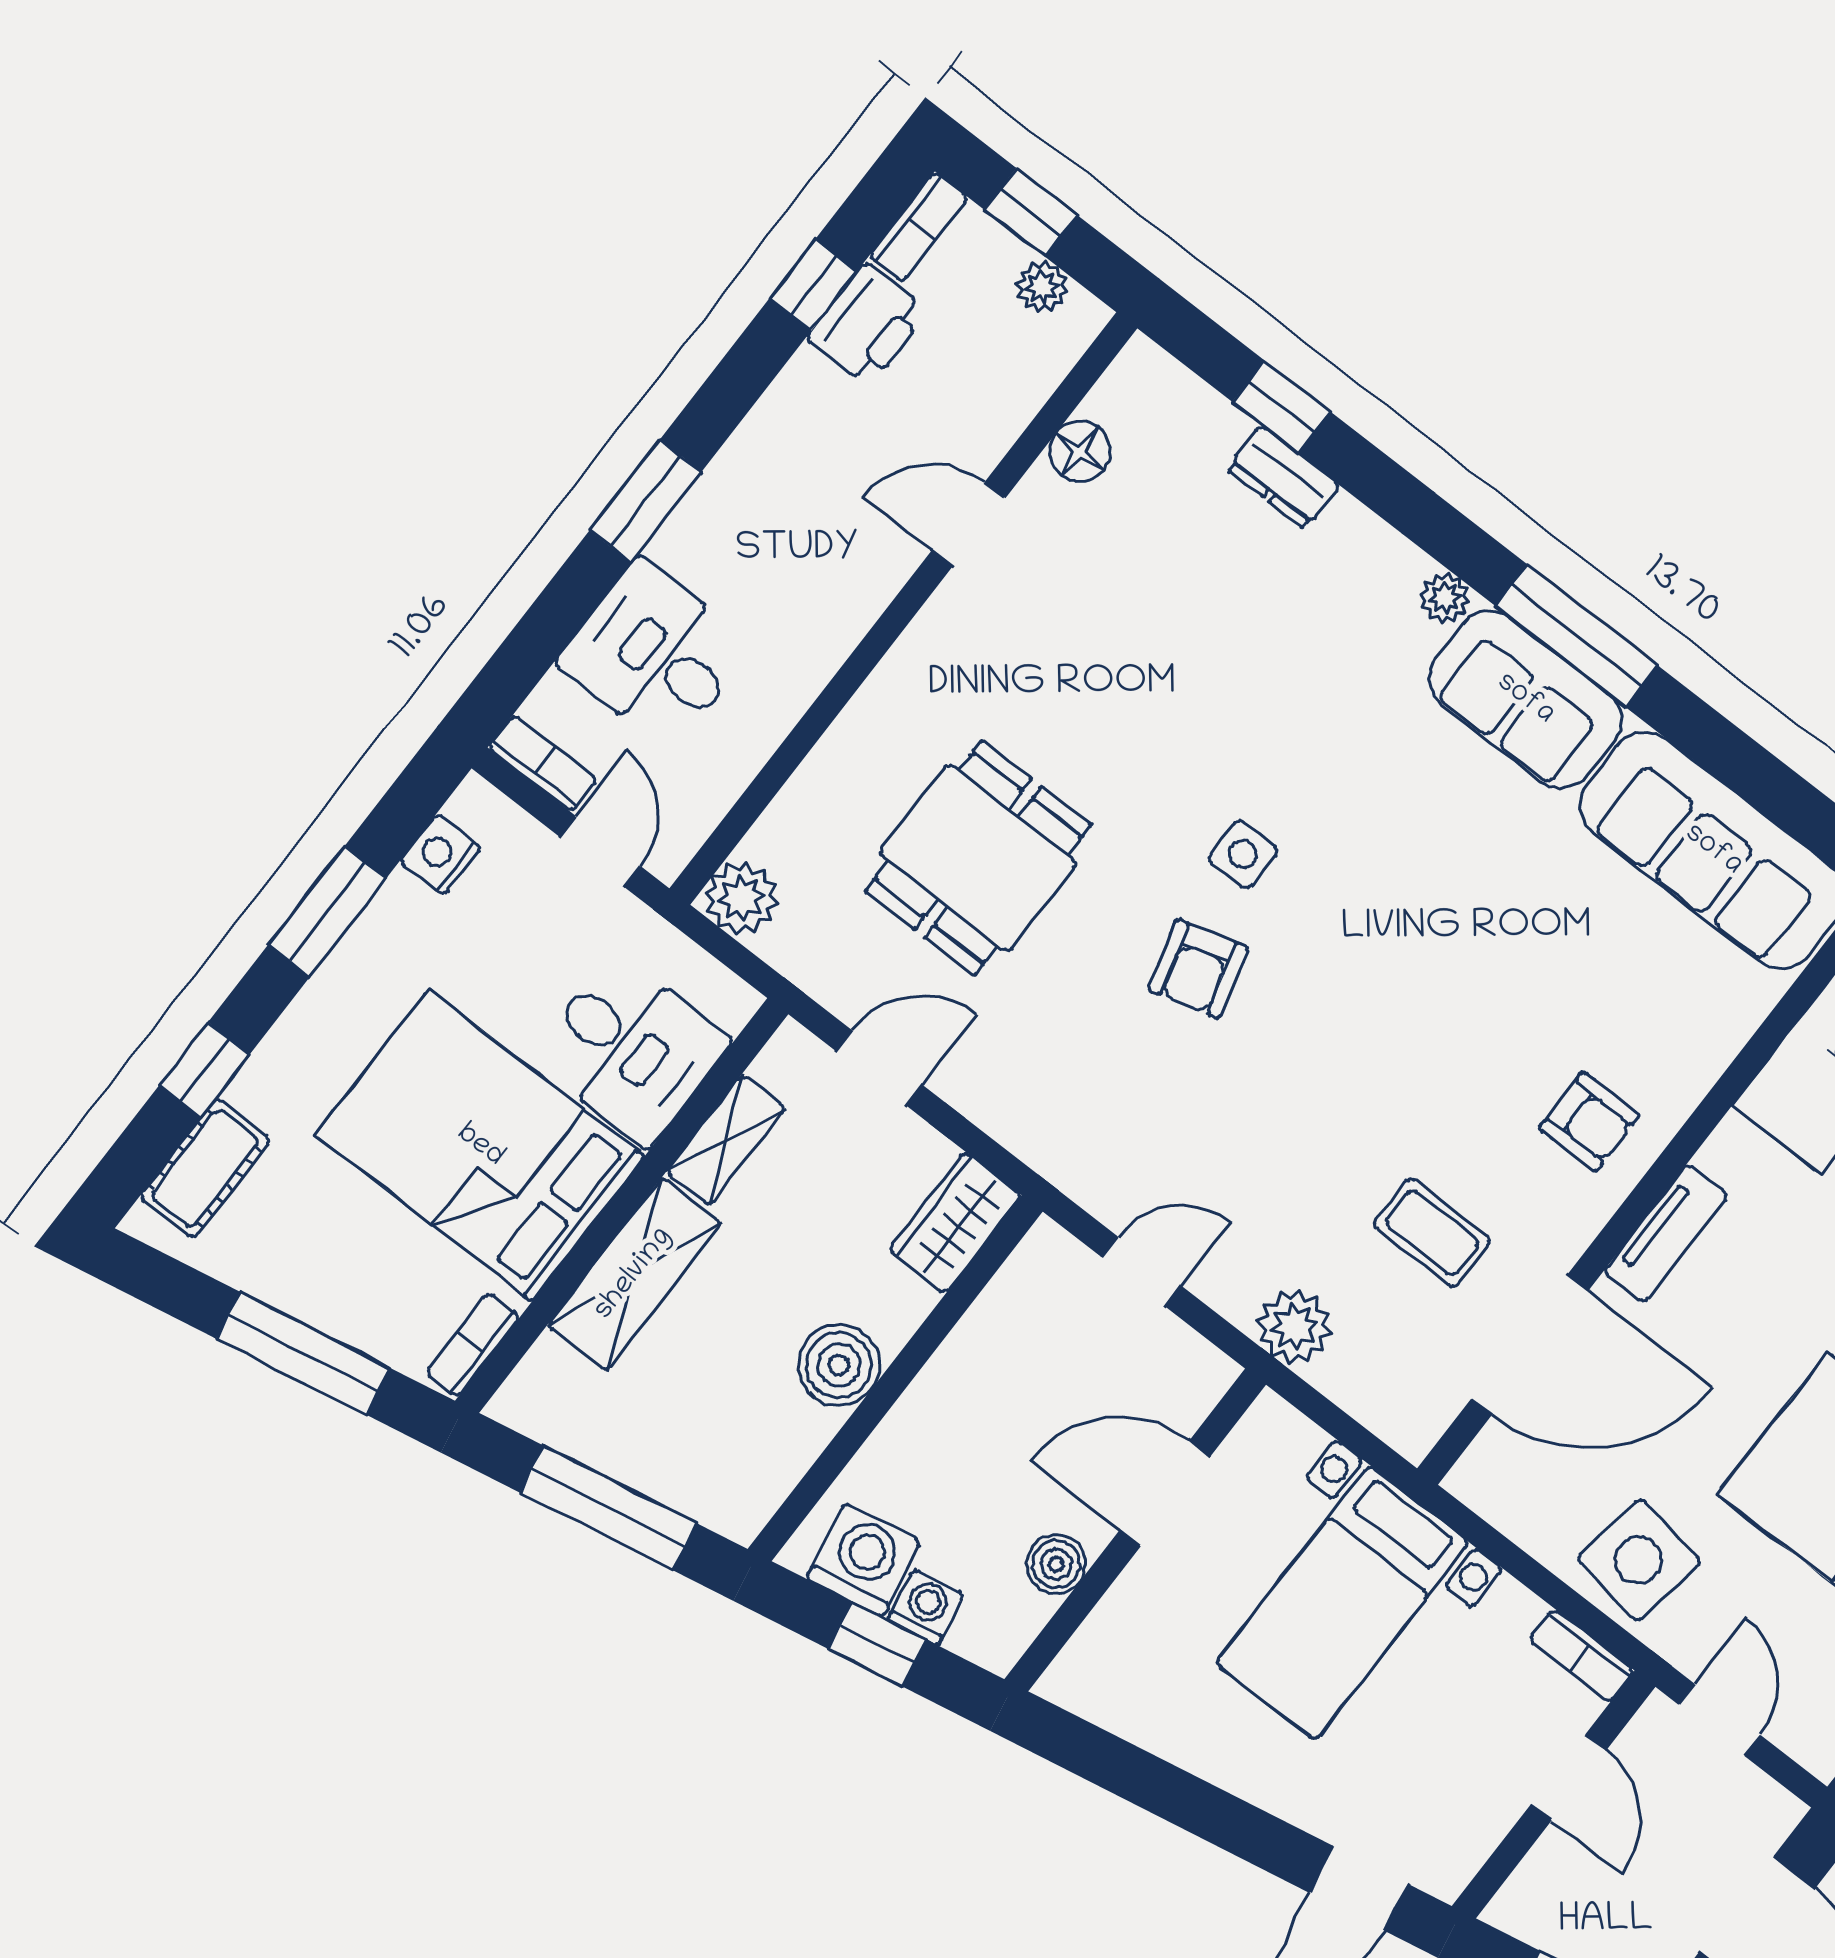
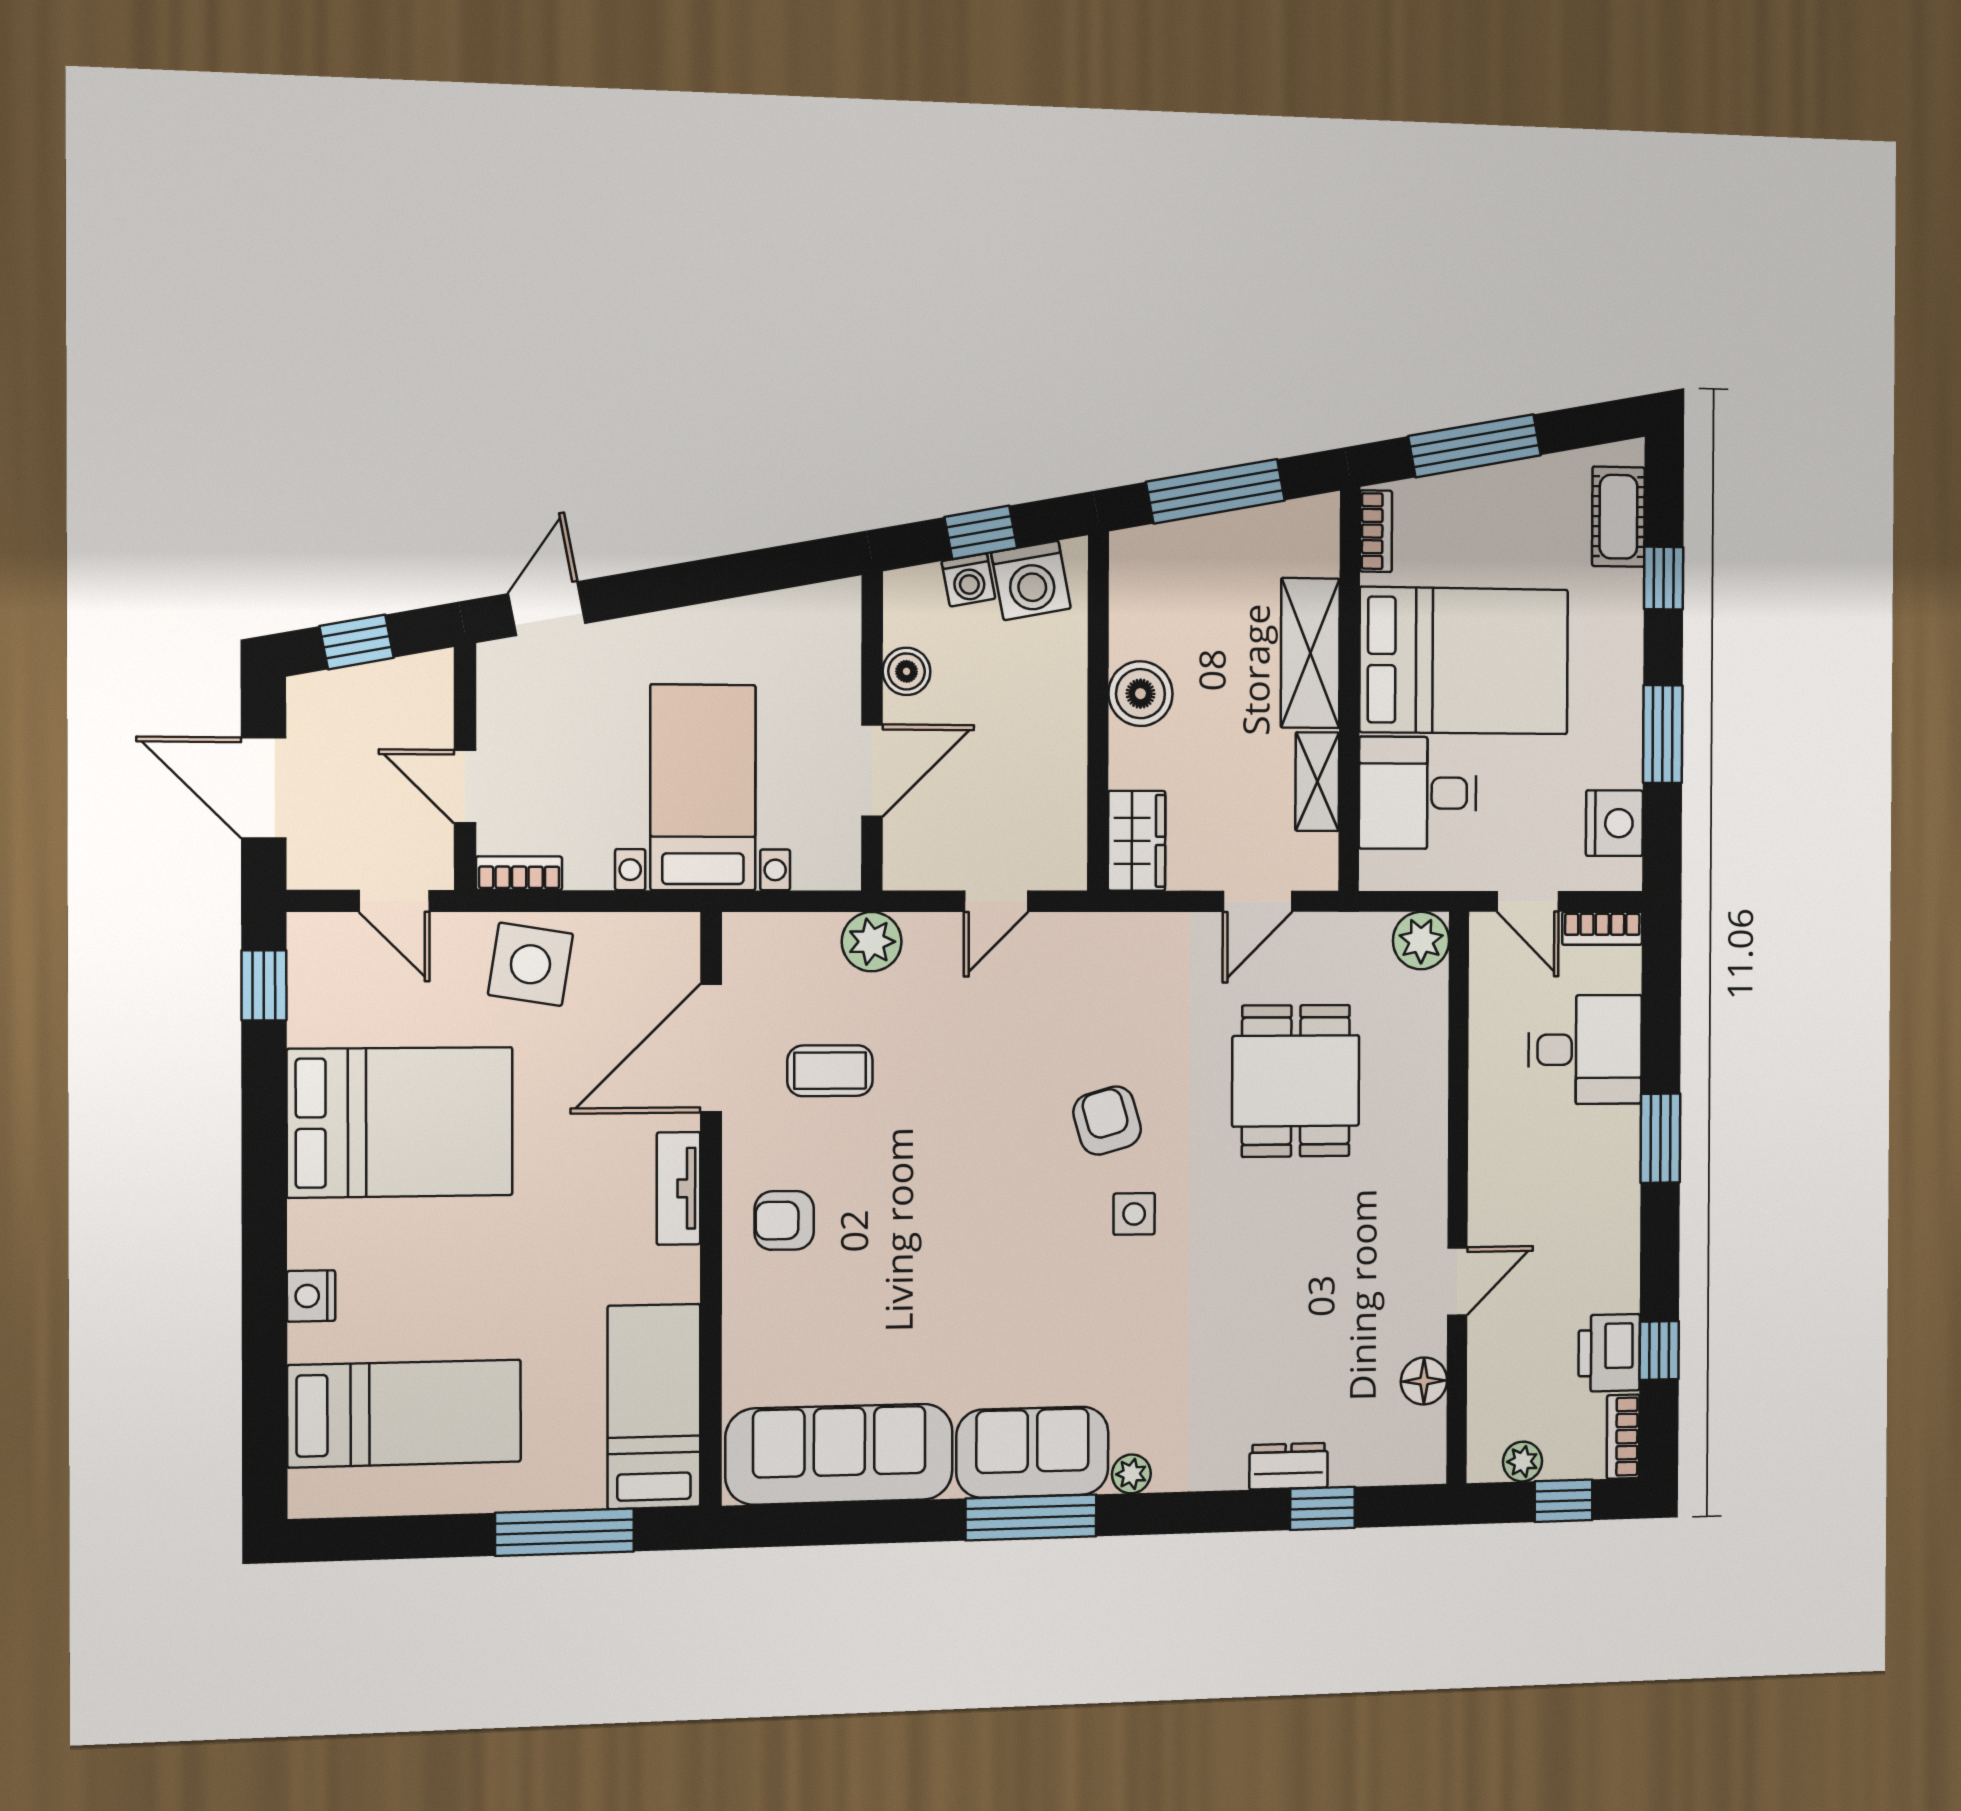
nightstand: (441, 855) -> (1614, 823), width x1.36, depth x1.33

